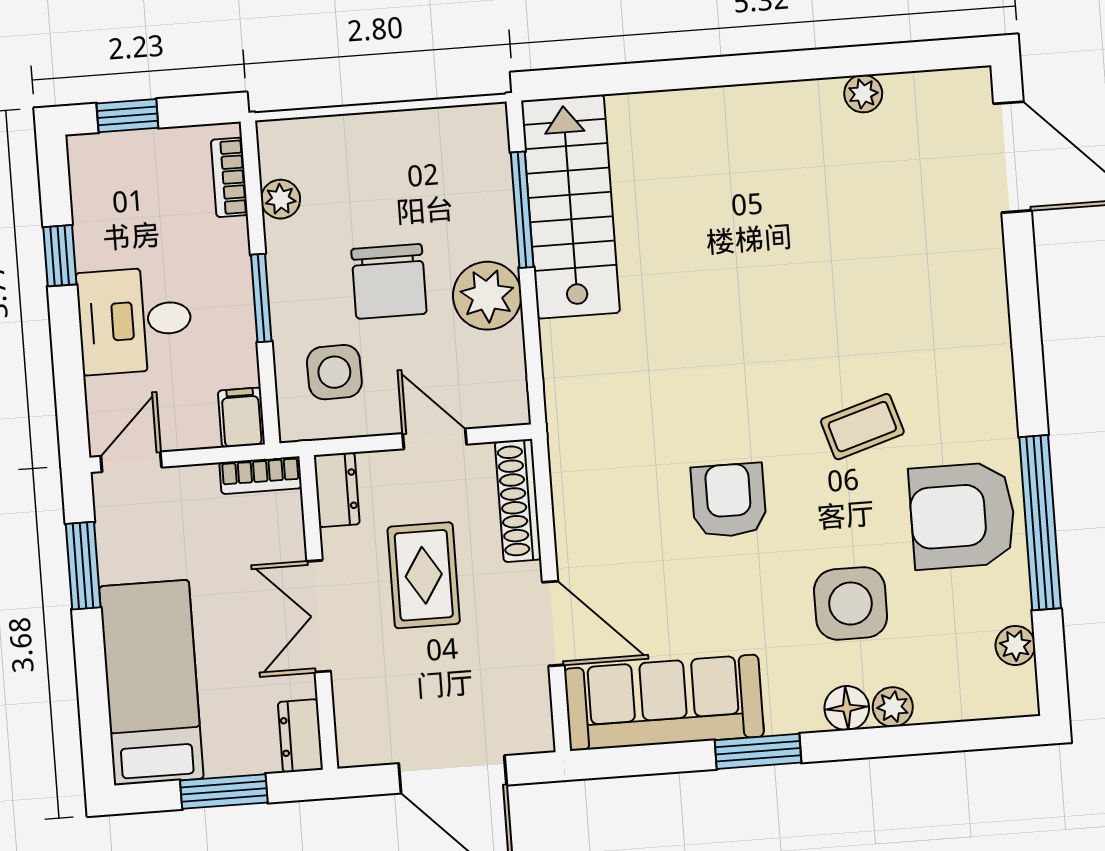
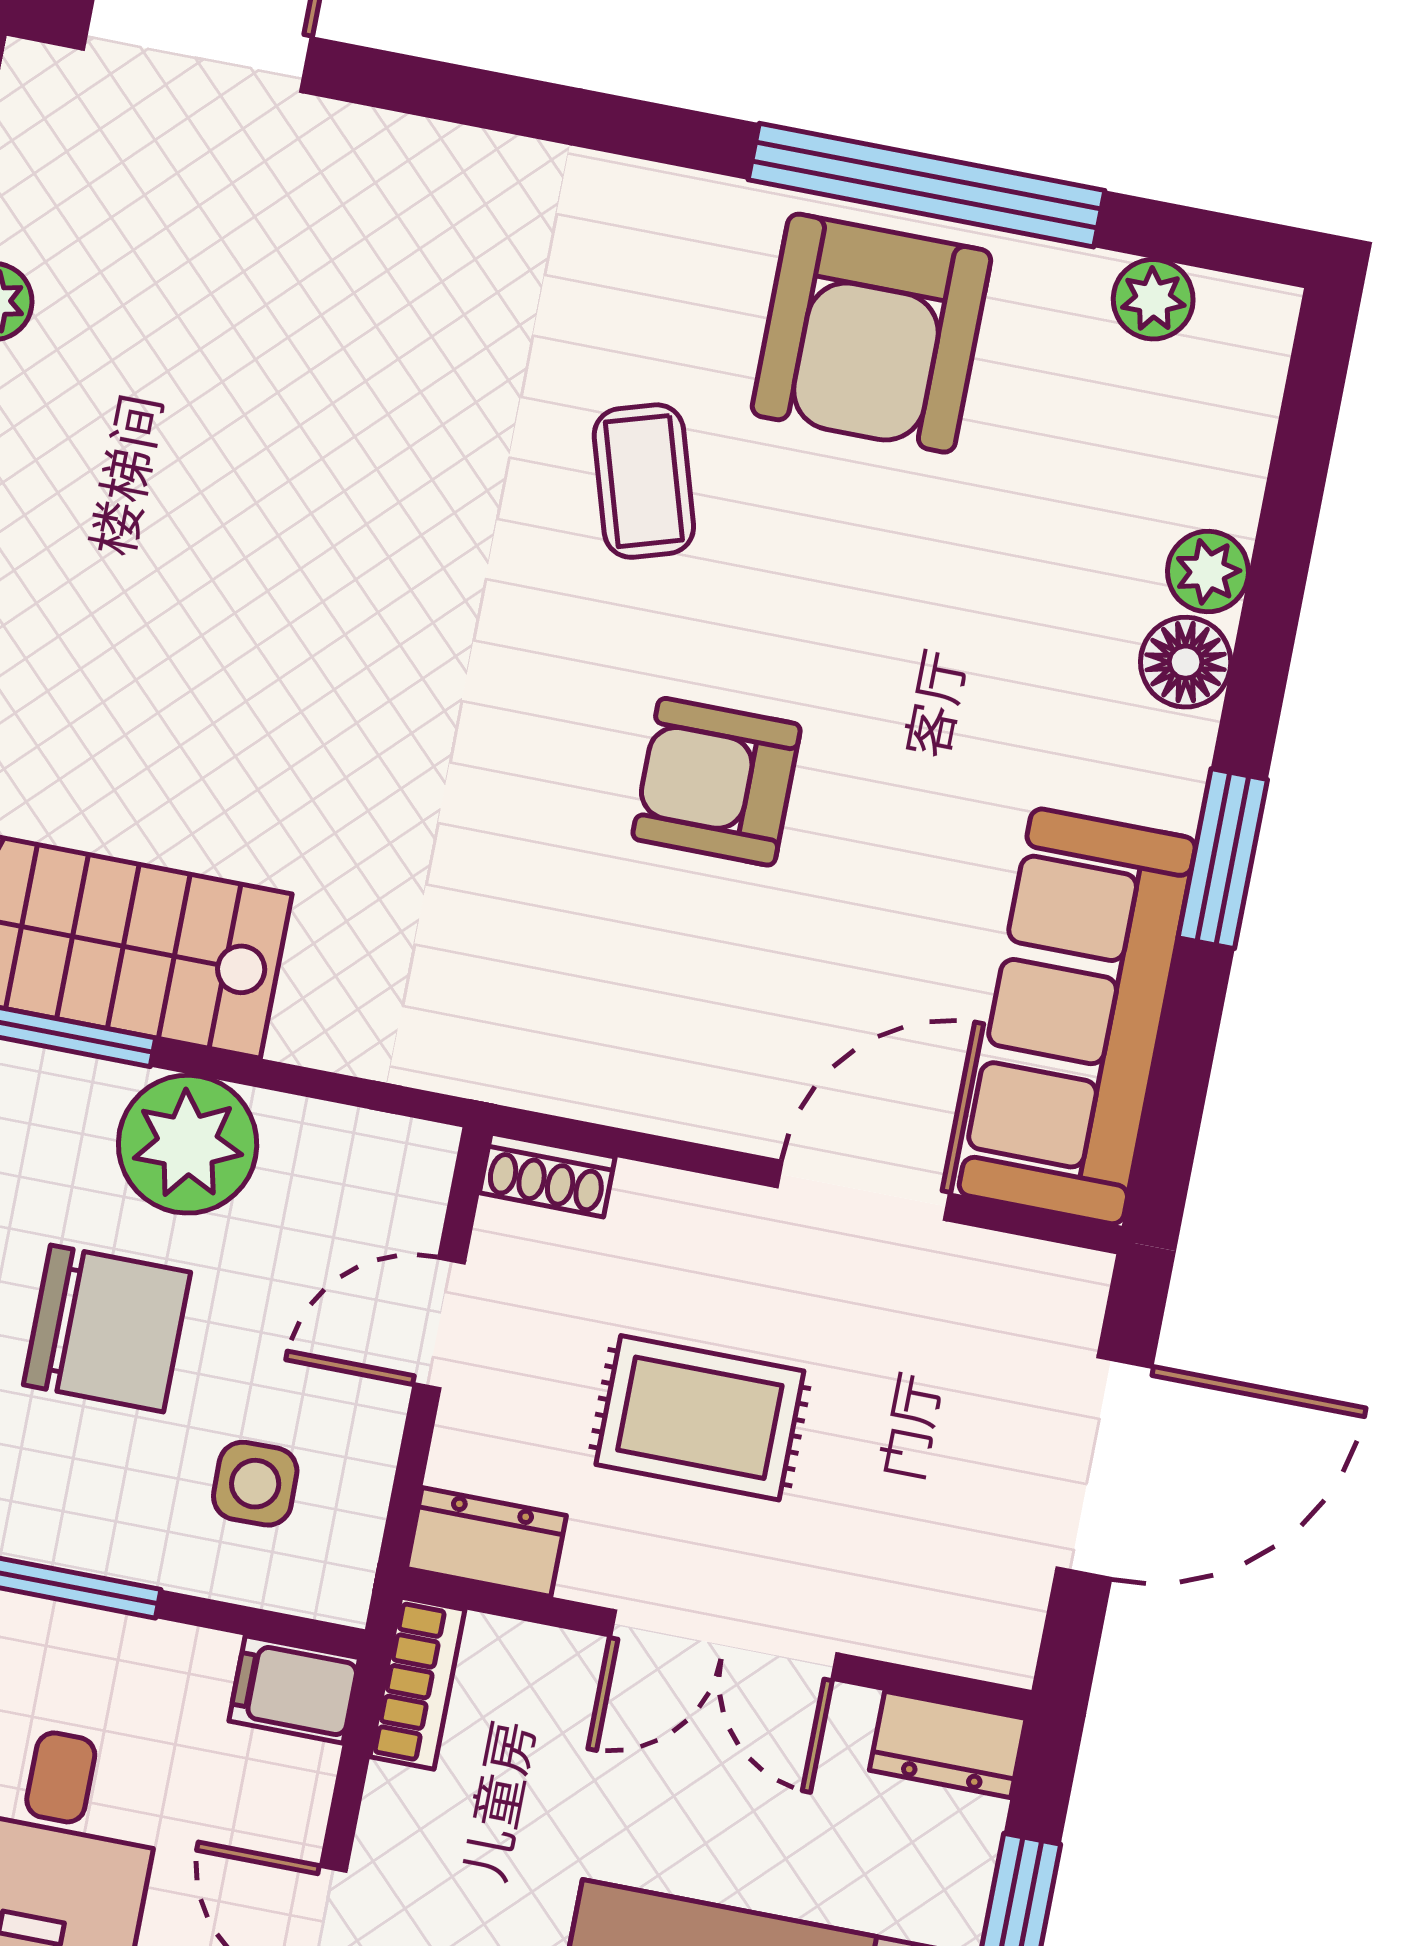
side table: (334, 372) -> (255, 1484), width x0.73, depth x0.73
shoe rack: (518, 501) -> (547, 1175), width x0.51, depth x0.81
side table: (851, 603) -> (983, 599), removed

